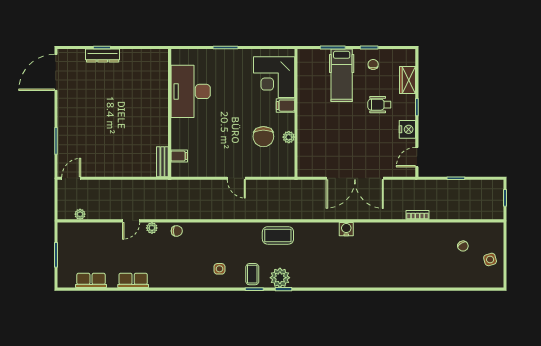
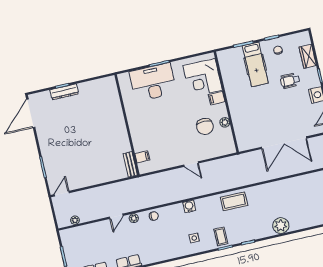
desk: (191, 91) -> (153, 82), moved, turned 90
water cooler: (346, 229) -> (189, 206), moved
plant: (280, 278) -> (281, 226), moved

